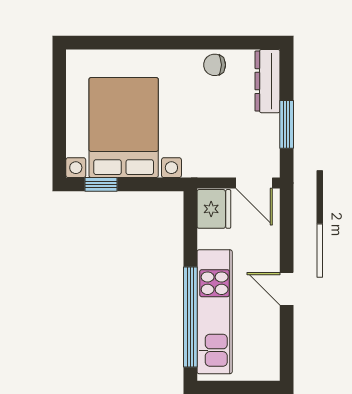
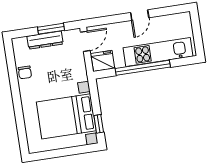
dresser: (268, 81) -> (45, 40), moved
window: (190, 317) -> (143, 68), moved

